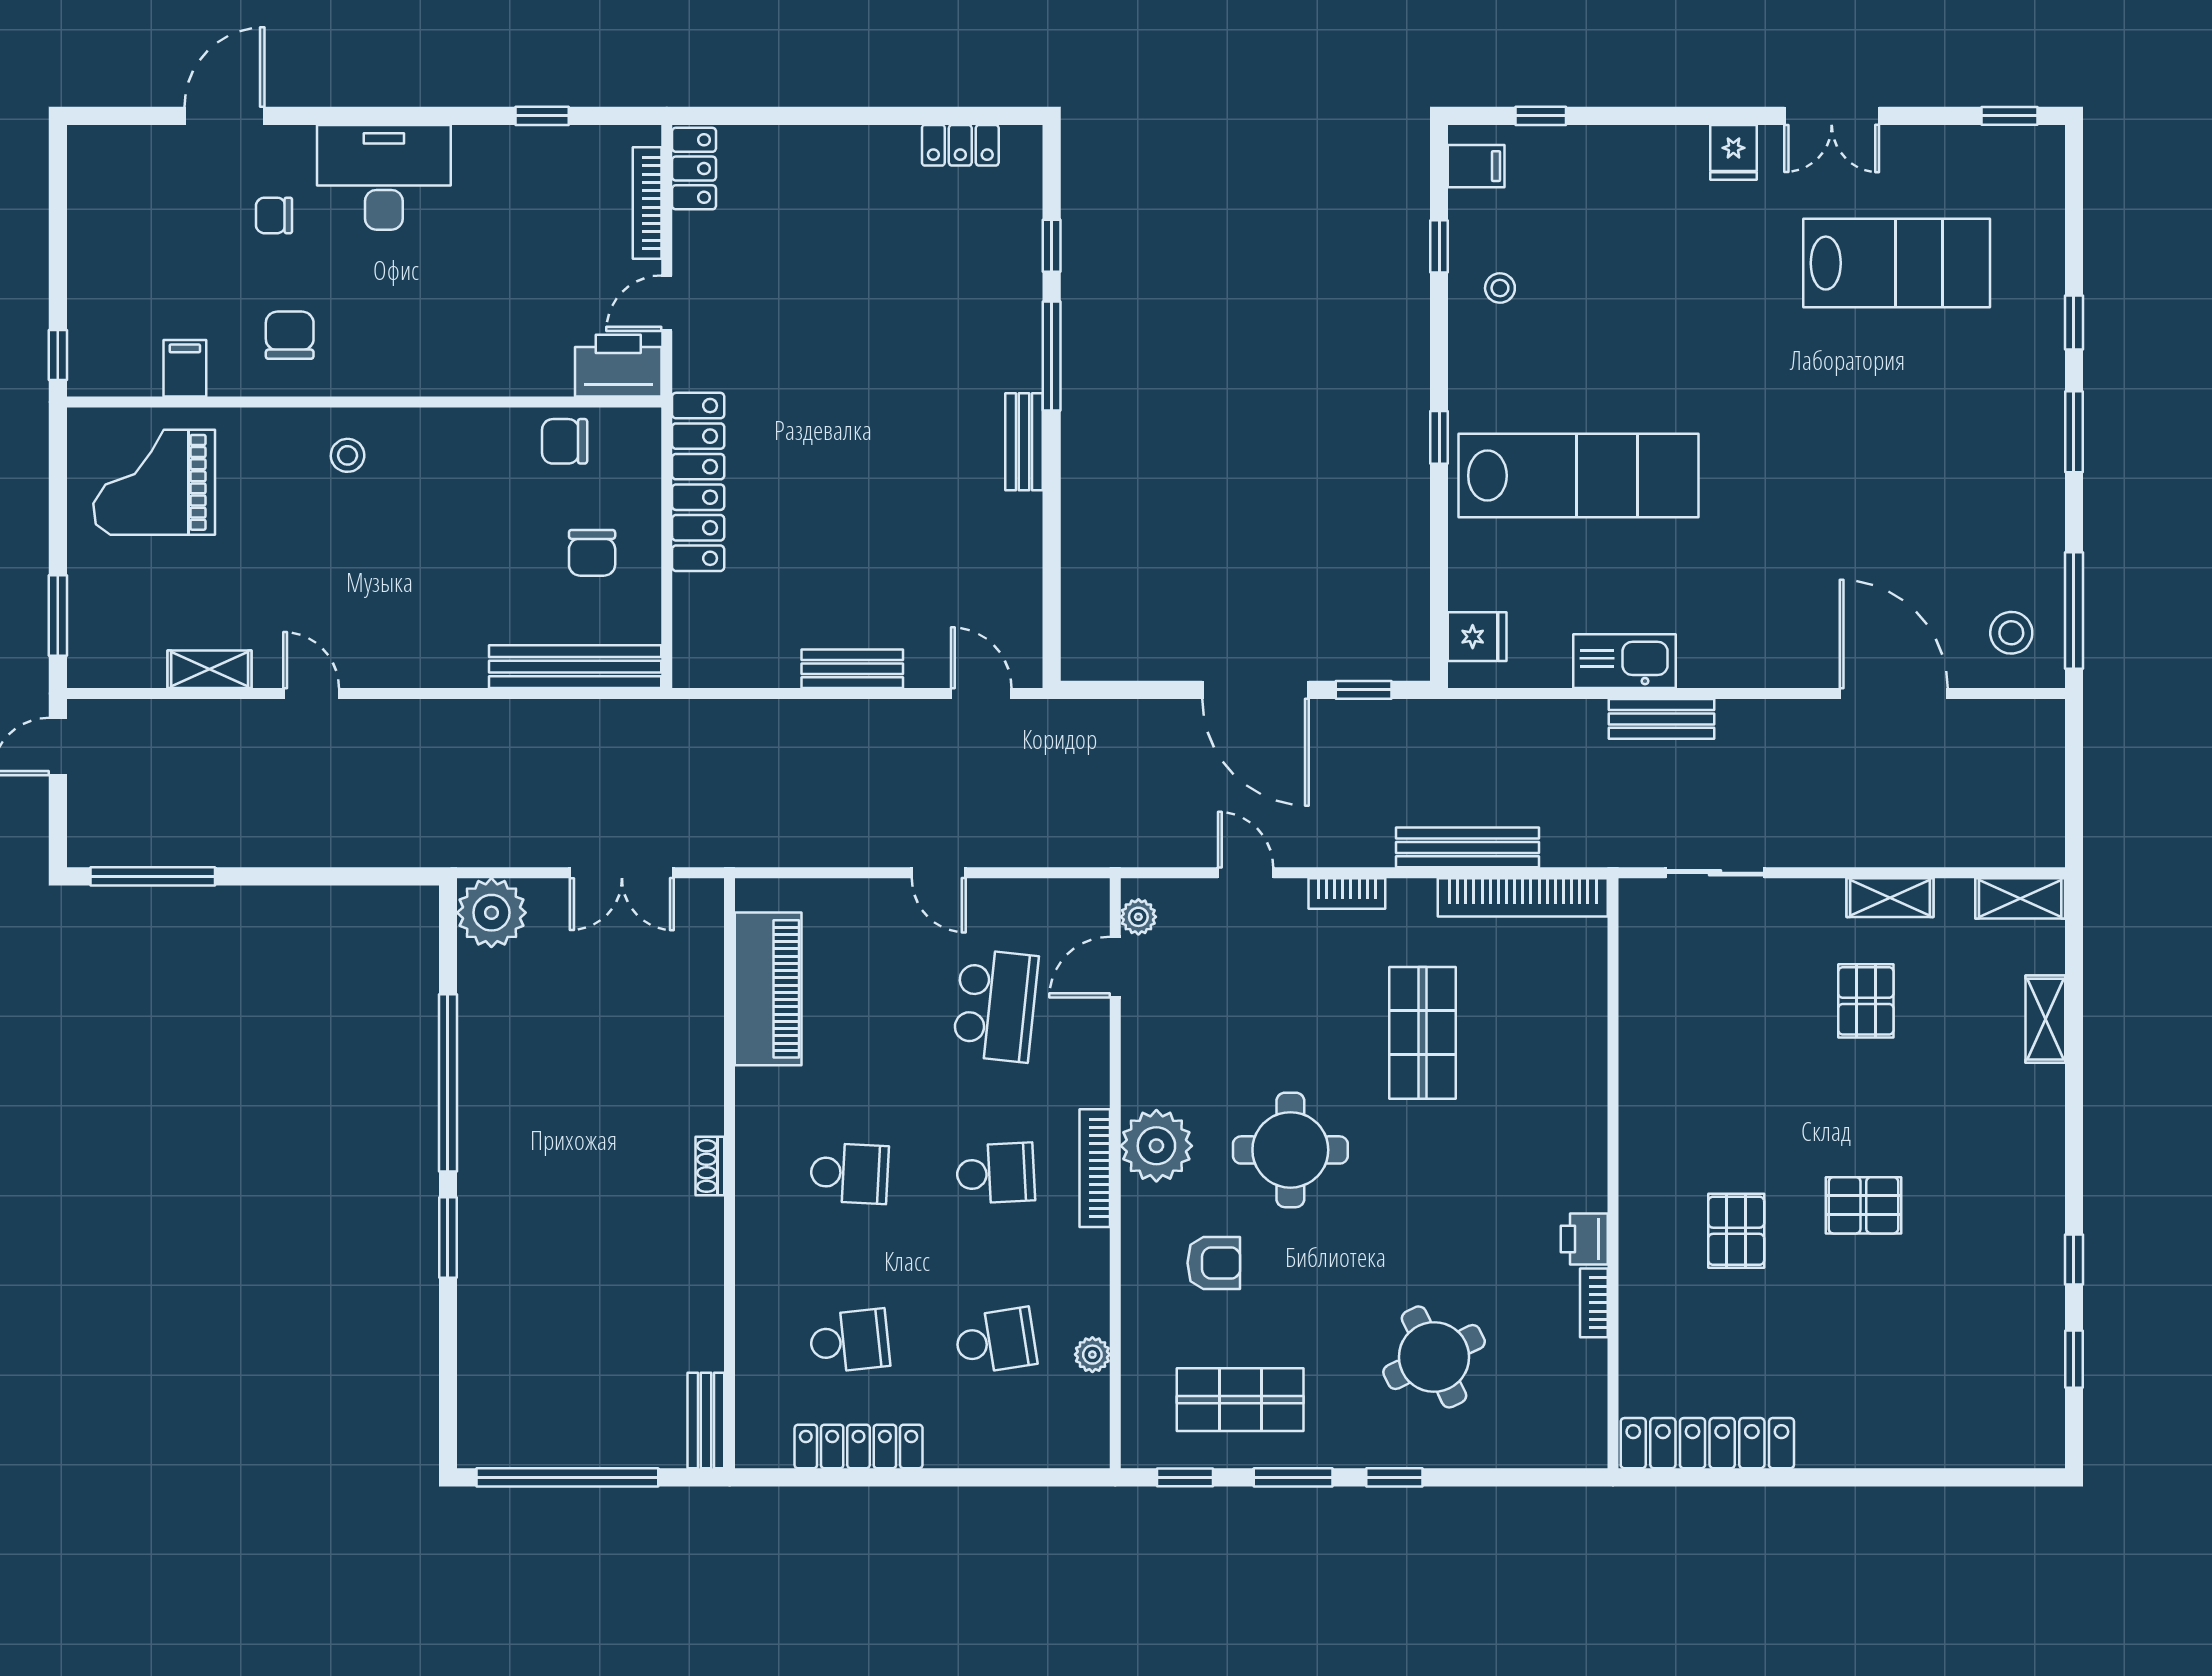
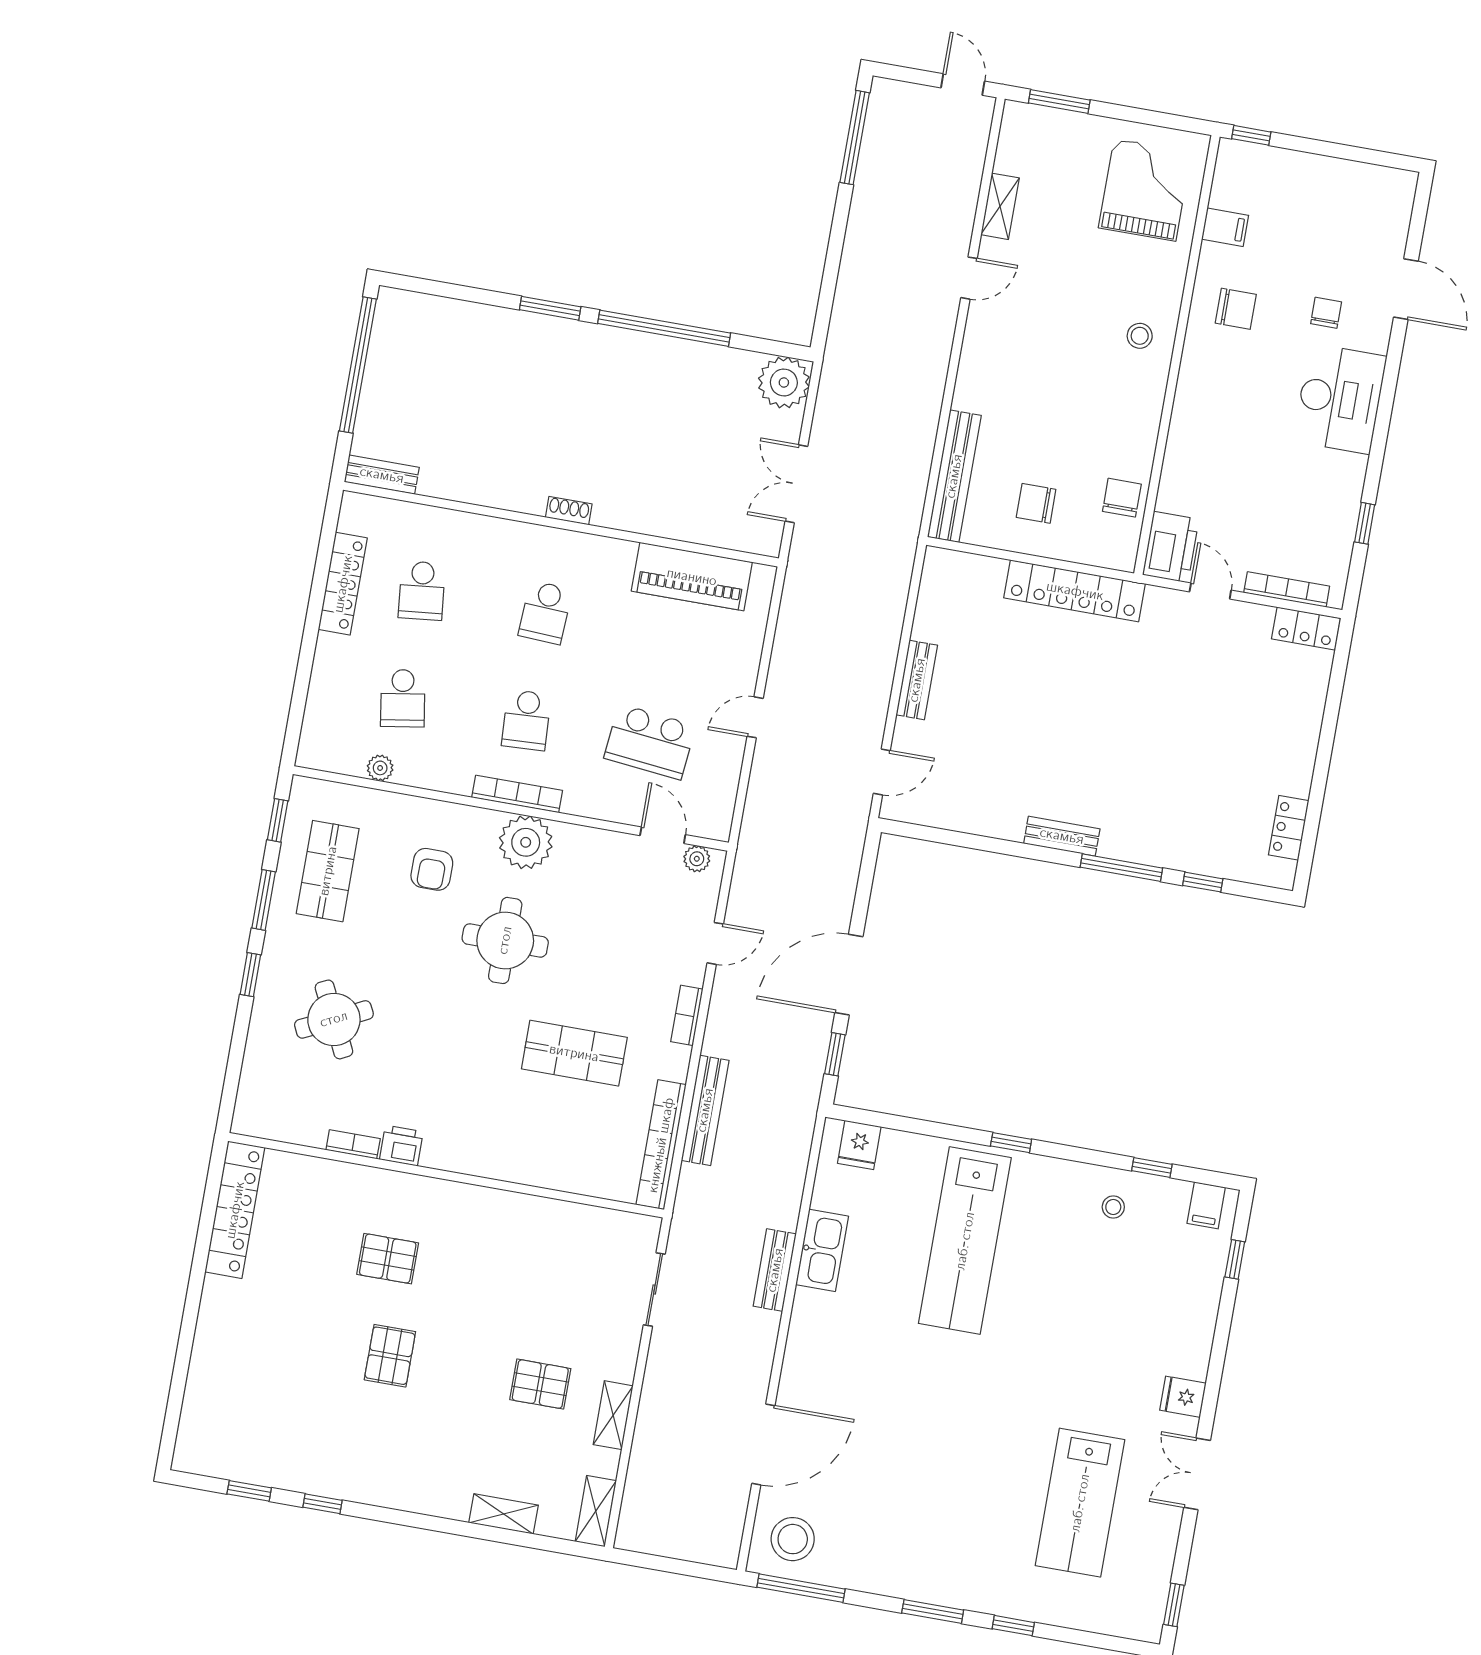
stool: (2011, 633) -> (793, 1539), width x1.38, depth x1.38

